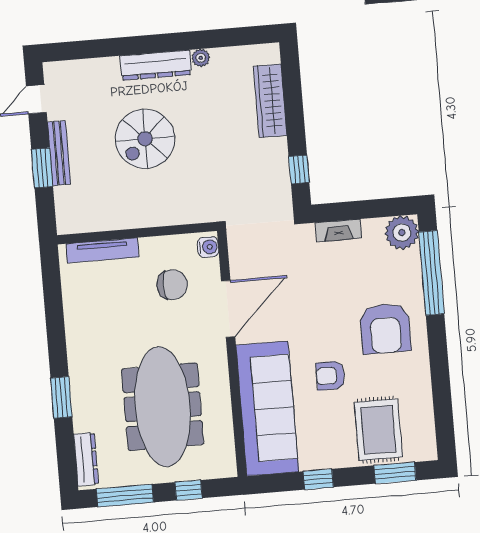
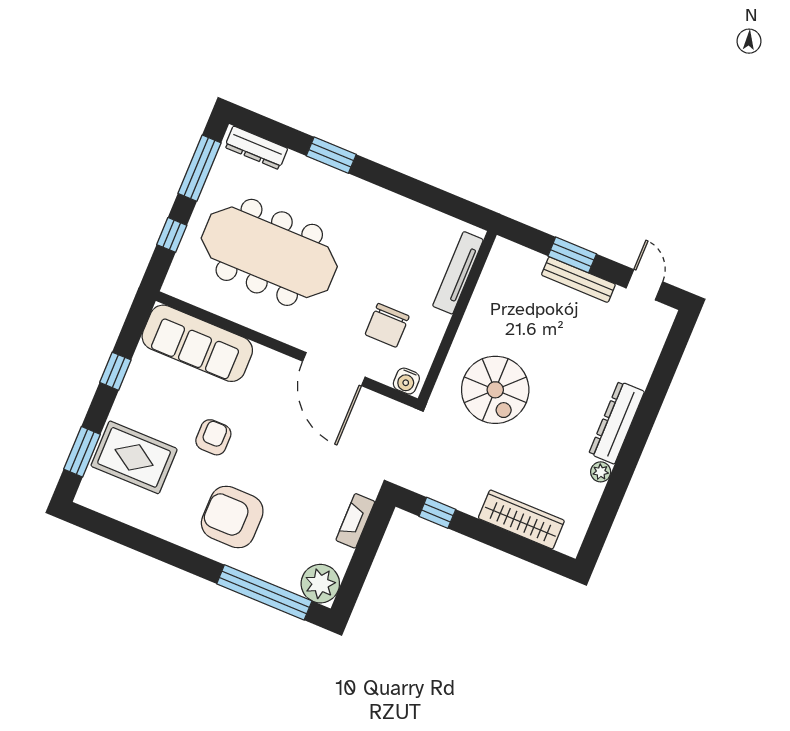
spiral stairs: (145, 139) -> (495, 390), moved, turned 180
sofa: (267, 408) -> (197, 343), width x0.74, depth x0.79

